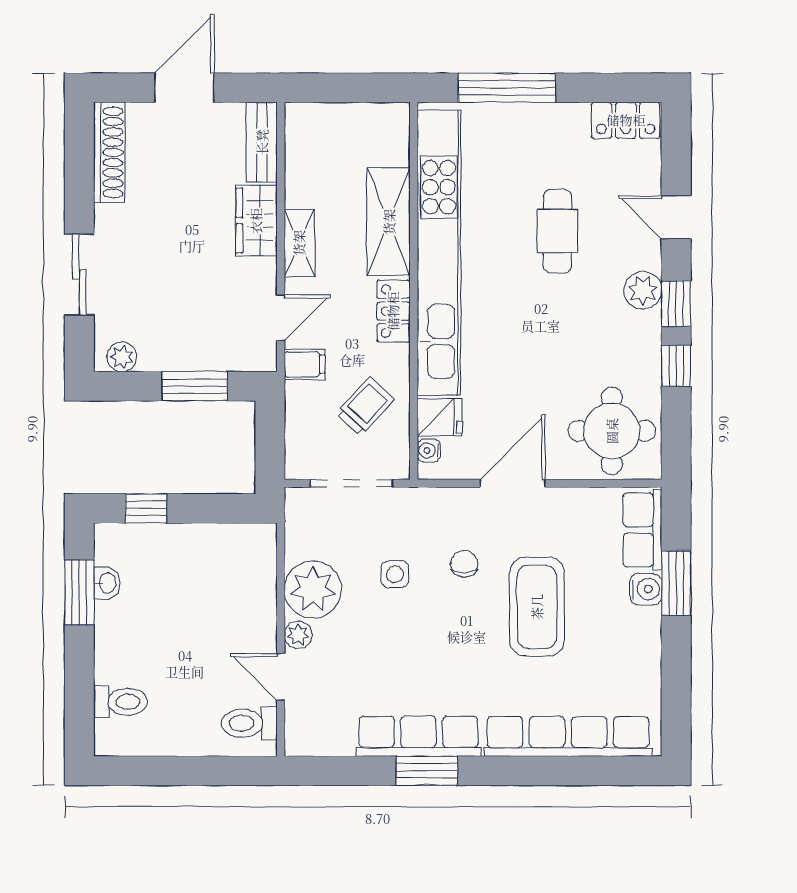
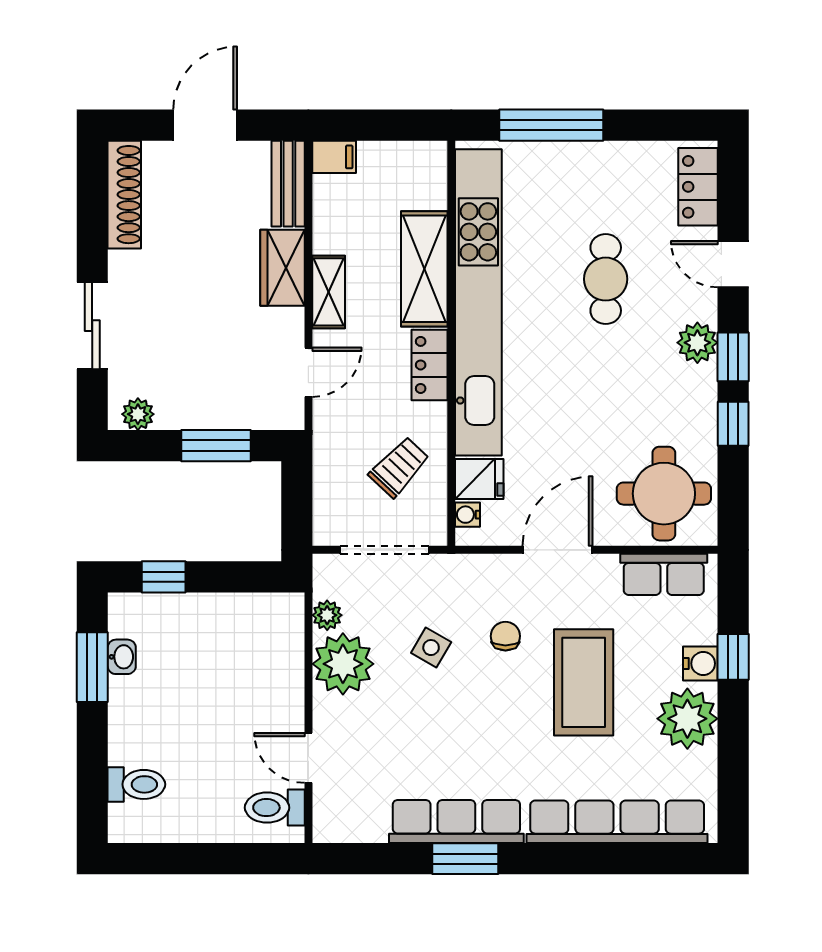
locker: (626, 120) -> (698, 187), moved, turned 90
filing cabinet: (305, 364) -> (334, 157), moved
row of seats: (642, 530) -> (664, 574), moved, turned -90
side table: (395, 574) -> (431, 648), turned 30
window: (676, 583) -> (733, 657), width x0.67
plant: (298, 635) -> (327, 615), moved
plant: (634, 641) -> (687, 719), added

